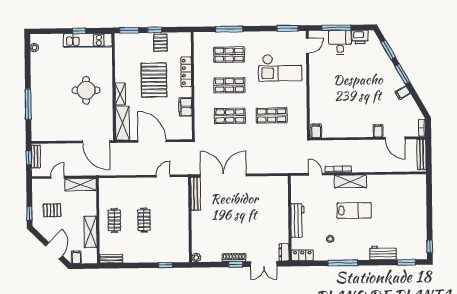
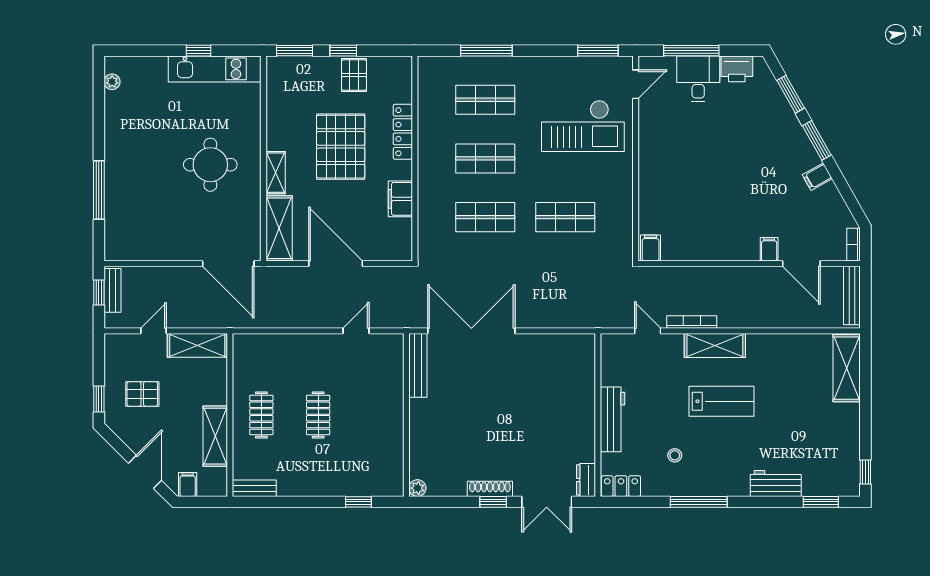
shelving: (419, 192) -> (847, 368), added

